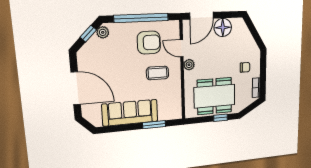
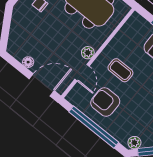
floor lamp: (223, 27) -> (28, 62), width x0.53, depth x0.53

